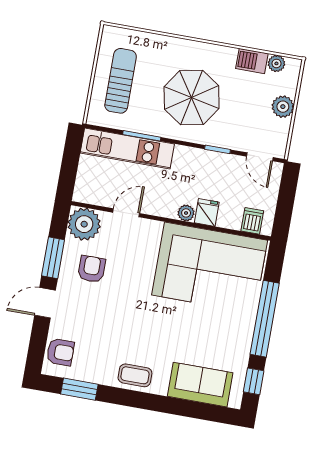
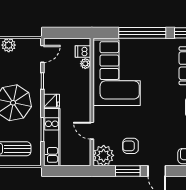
fridge: (207, 212) -> (51, 101), moved, turned 180
plant: (186, 213) -> (85, 64), moved

